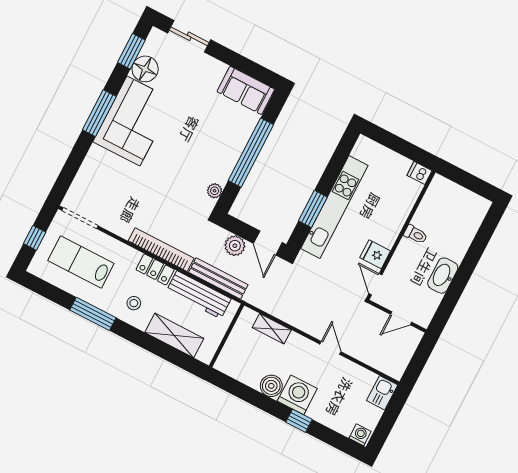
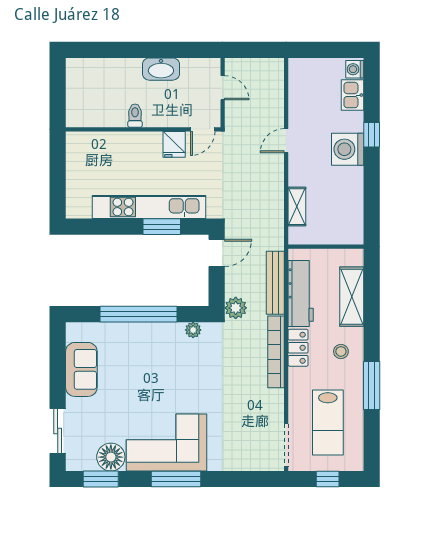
sofa: (246, 90) -> (81, 369), moved
dishwasher: (420, 173) -> (74, 142), removed
plant: (235, 246) -> (236, 308), moved
boiler: (271, 386) -> (352, 179), removed
kitchen sink: (382, 393) -> (353, 95), moved, turned 90

